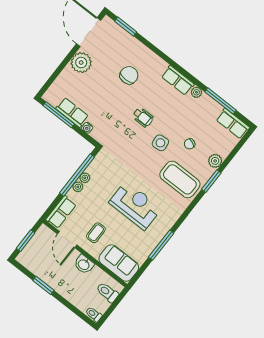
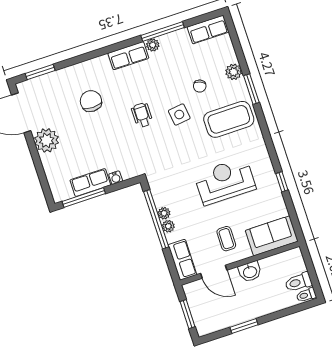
window: (220, 101) -> (163, 32), moved
wheelchair: (143, 117) -> (142, 115), turned -90
window: (161, 245) -> (282, 182), width x0.46
toilet: (107, 292) -> (298, 282), moved

